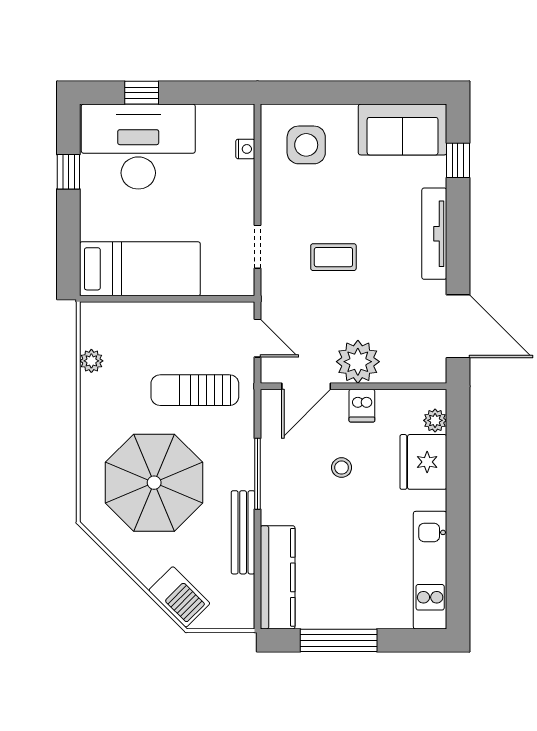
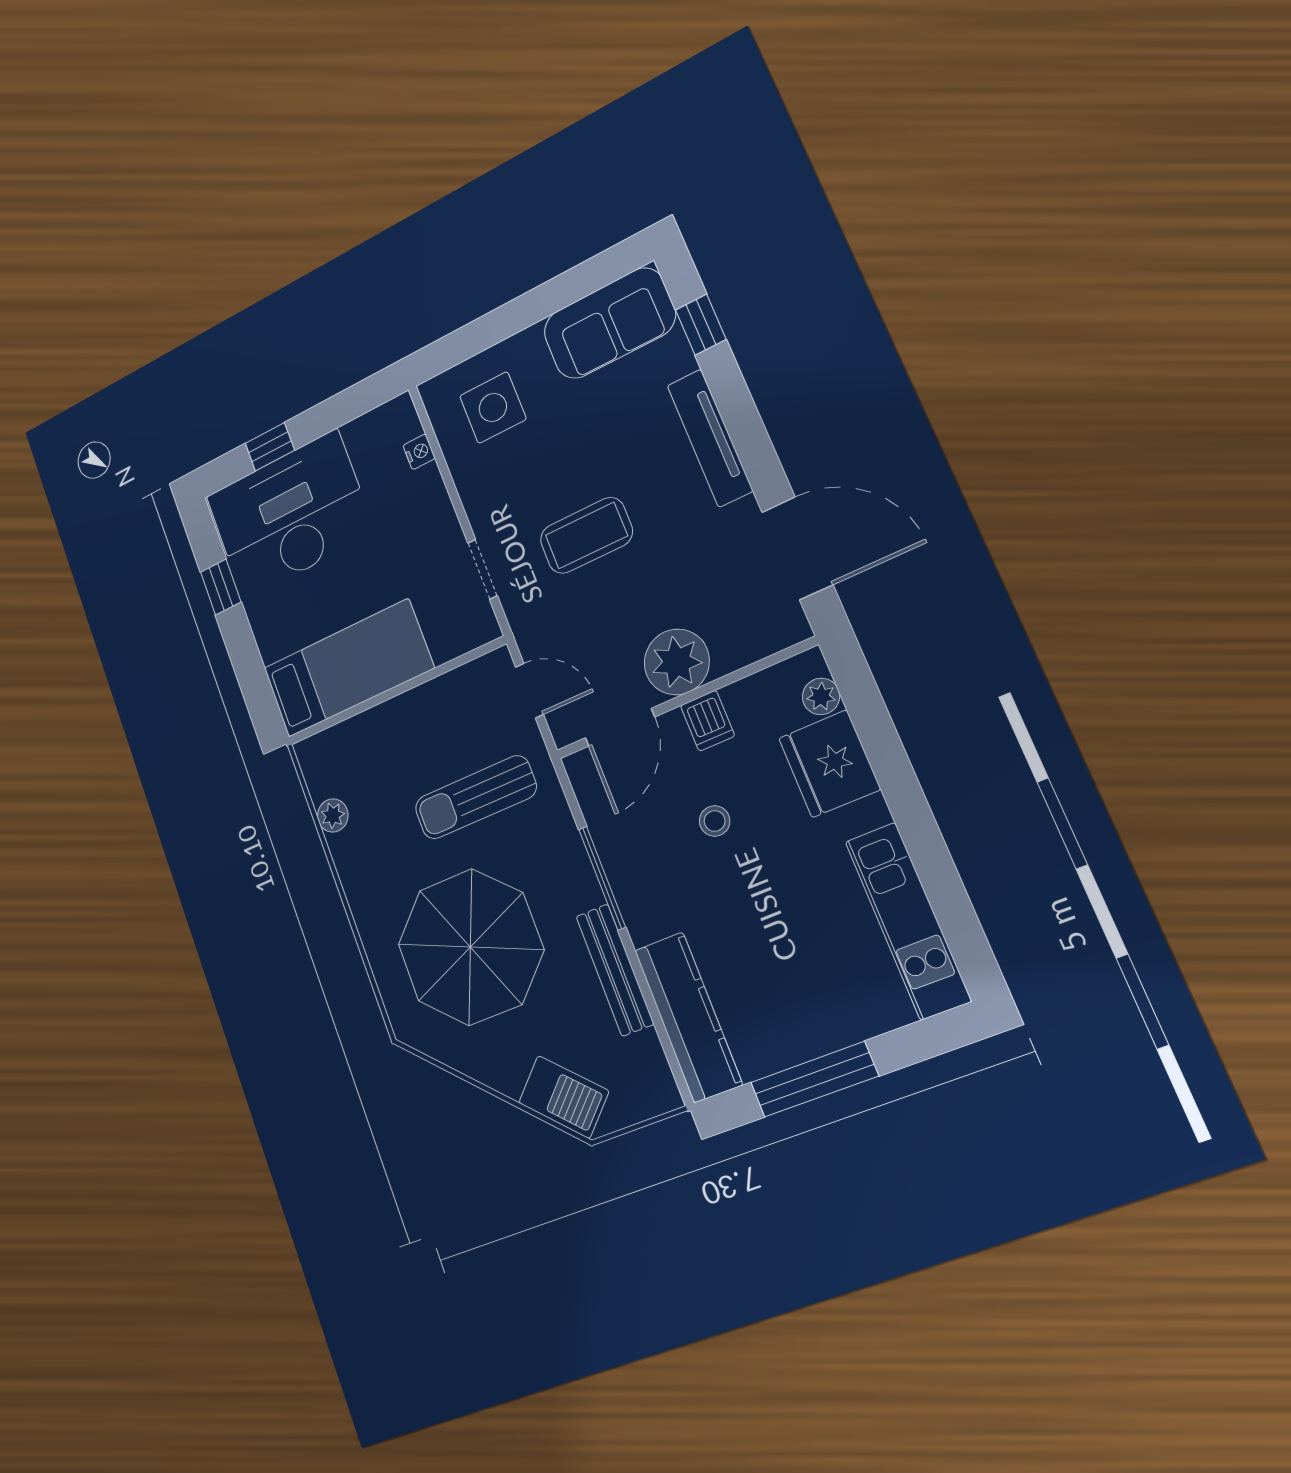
coffee table: (333, 257) -> (586, 535), width x1.36, depth x1.30

